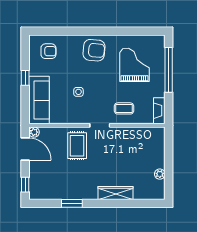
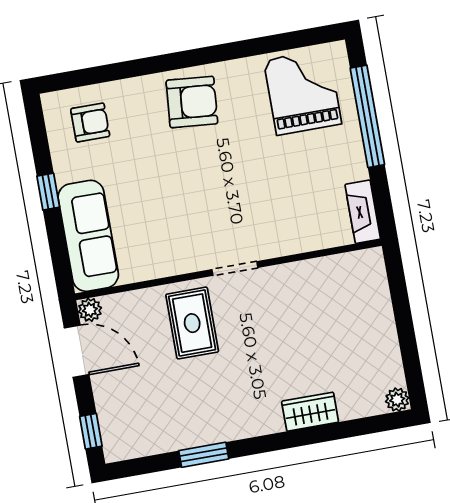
grand piano: (134, 65) -> (303, 92), moved
side table: (78, 92) -> (174, 202), removed
coffee table: (124, 108) -> (283, 221), removed
plant: (160, 174) -> (397, 400), moved
wardrobe: (115, 193) -> (310, 412), width x0.67

